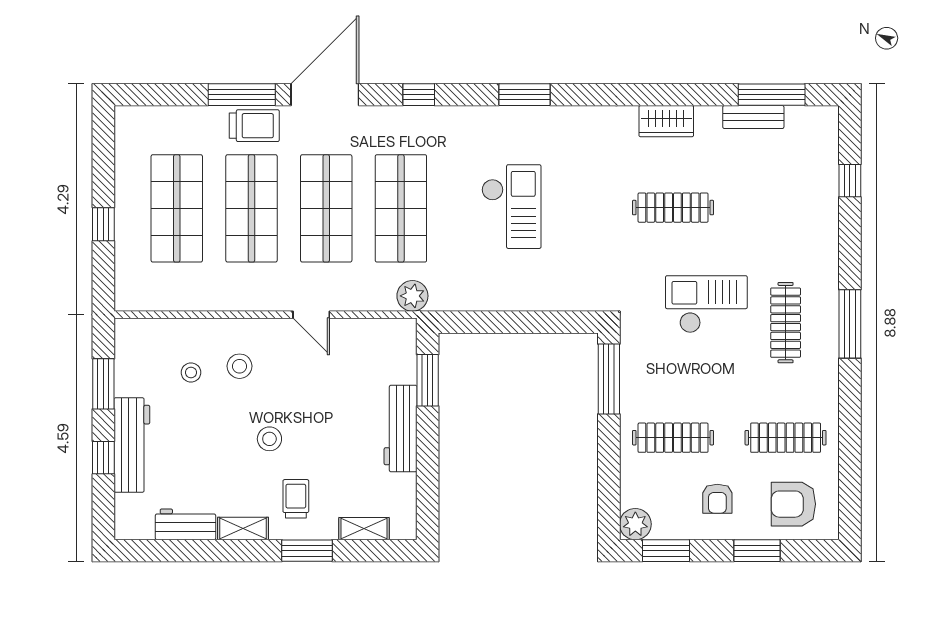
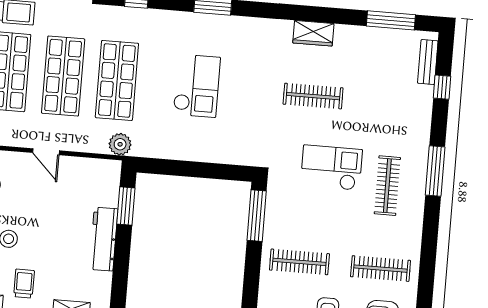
bench: (753, 117) -> (428, 62), moved, turned 90
window: (850, 324) -> (435, 171), moved

